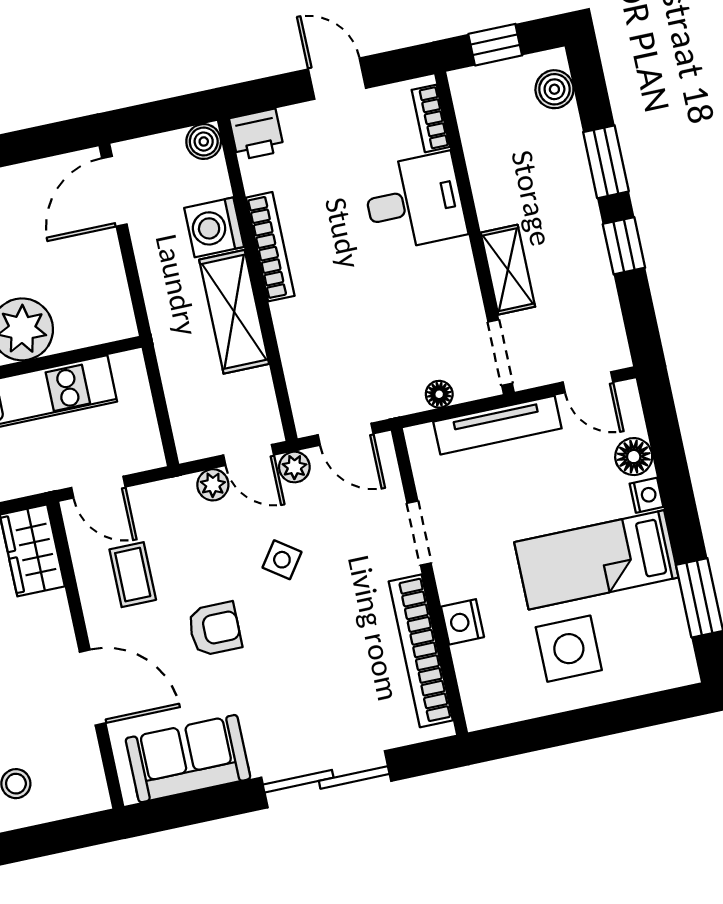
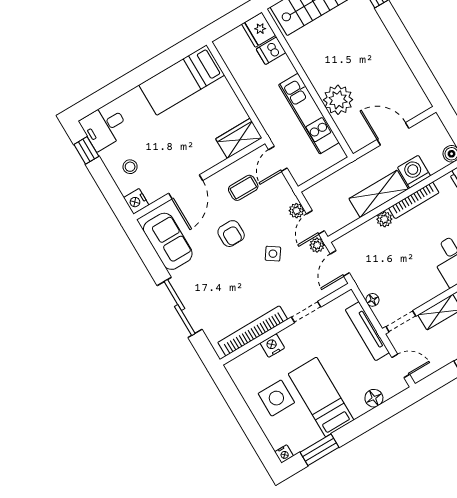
door: (114, 191) -> (393, 134), moved
plant: (288, 317) -> (384, 219), added
door: (588, 382) -> (401, 366), swing flipped
nightstand: (646, 495) -> (284, 454), moved
nightstand: (88, 794) -> (136, 201), added

